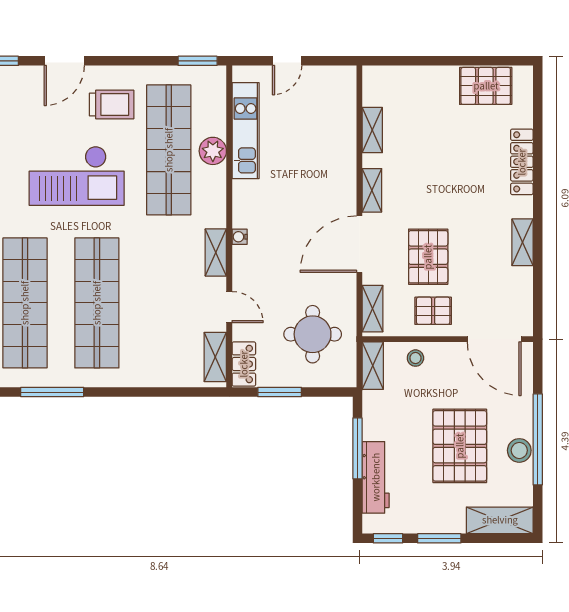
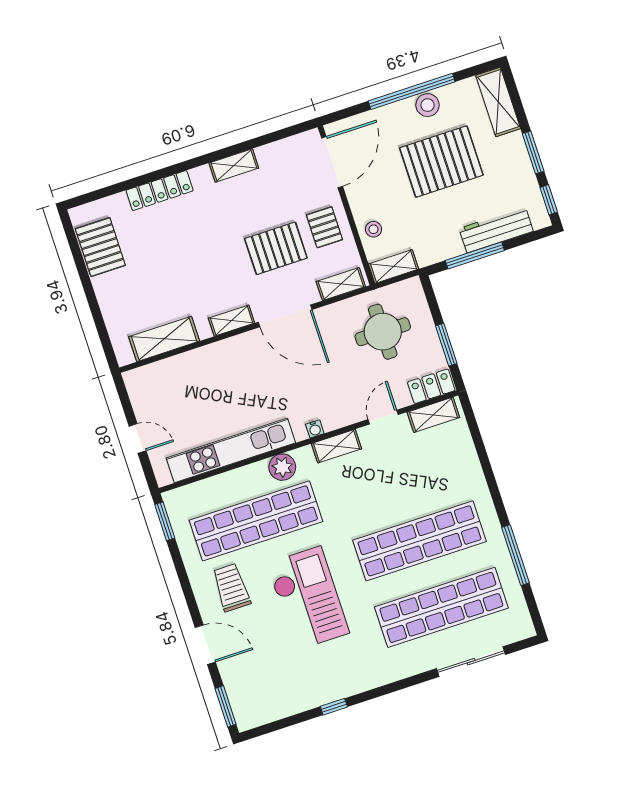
shelving: (372, 130) -> (164, 339), width x1.50, depth x1.33
kitchen unit: (246, 131) -> (231, 450), width x1.36
plant: (213, 151) -> (282, 467), moved

